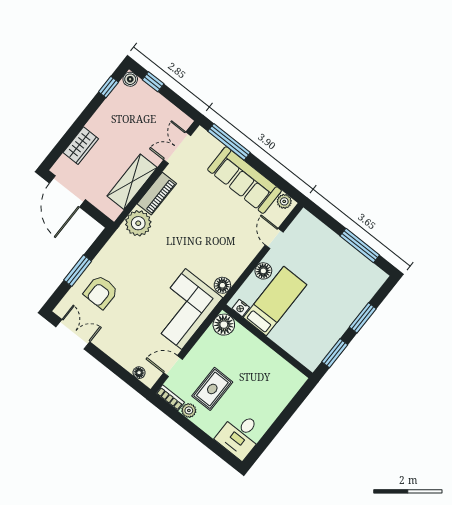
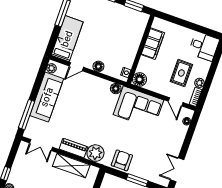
armchair: (101, 292) -> (122, 160), moved, turned -90
bed: (275, 301) -> (67, 39), moved, turned 90
filing cabinet: (269, 362) -> (153, 44), added
rug: (212, 389) -> (181, 73), turned 90

